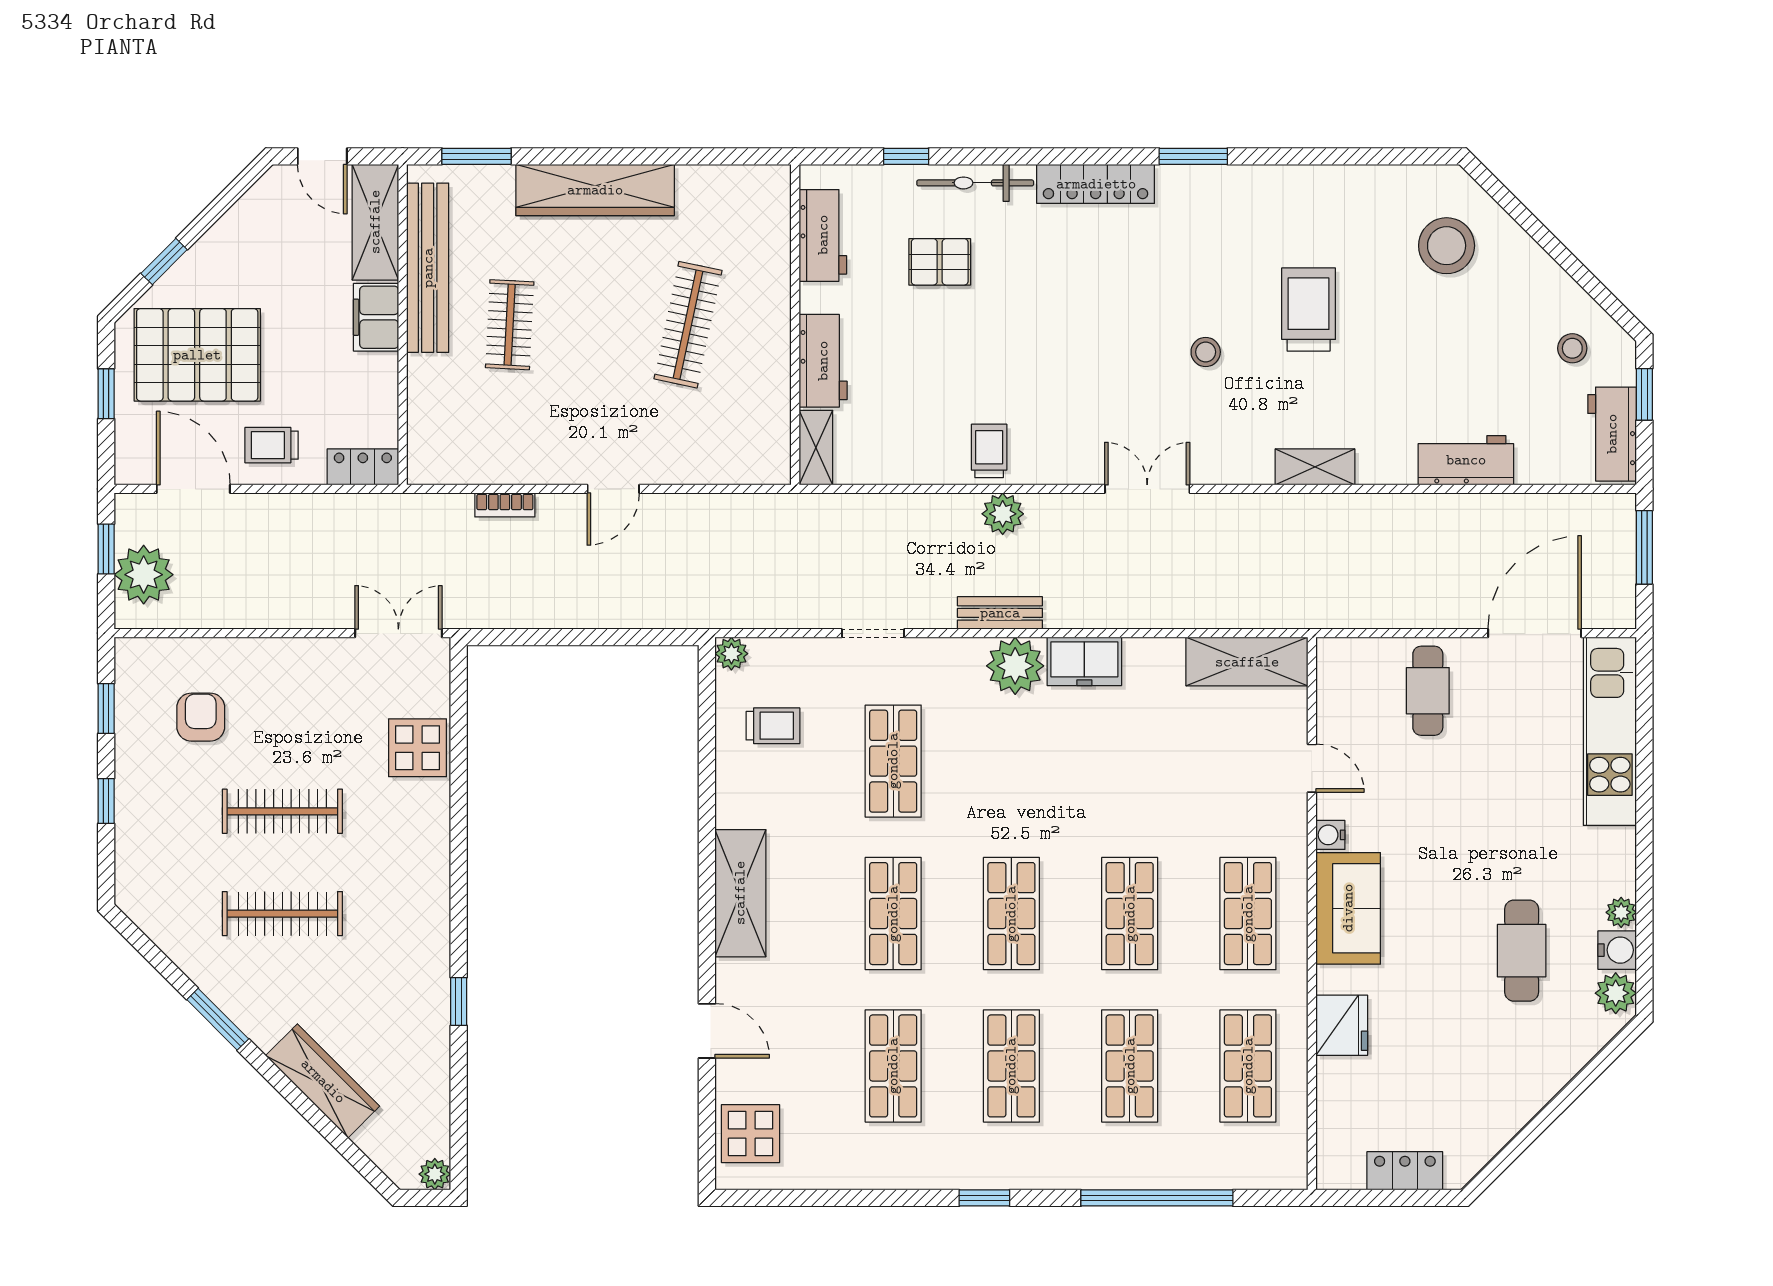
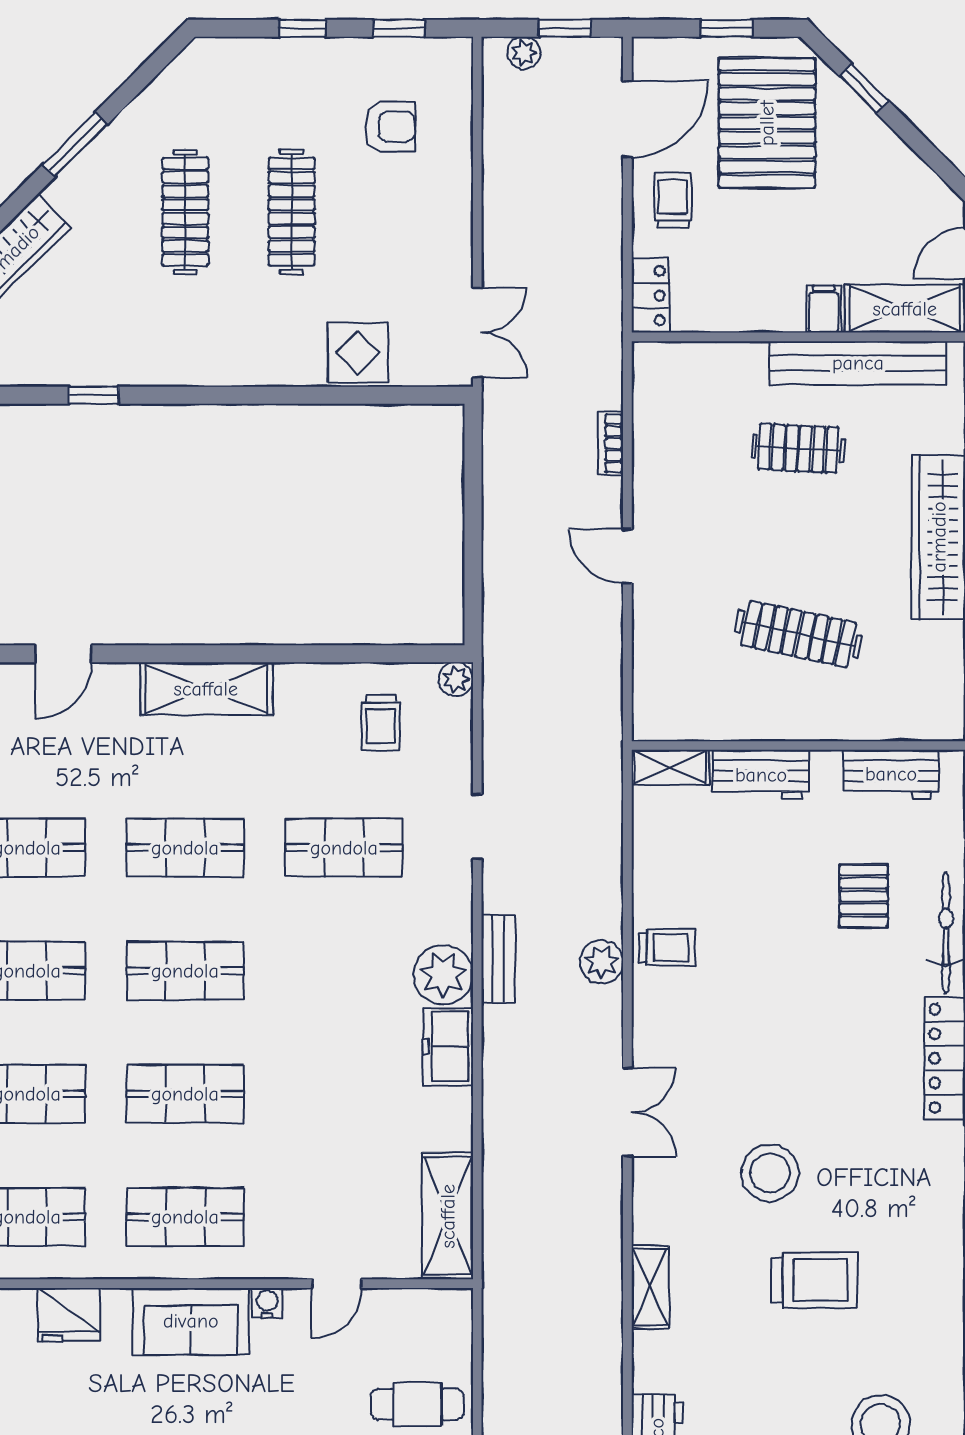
filing cabinet: (376, 317) -> (824, 309), width x0.50
stool: (1206, 352) -> (770, 1173), width x1.89, depth x1.89
plant: (144, 575) -> (524, 53), width x0.53, depth x0.53

